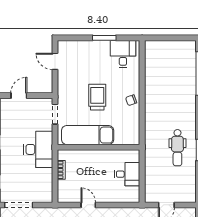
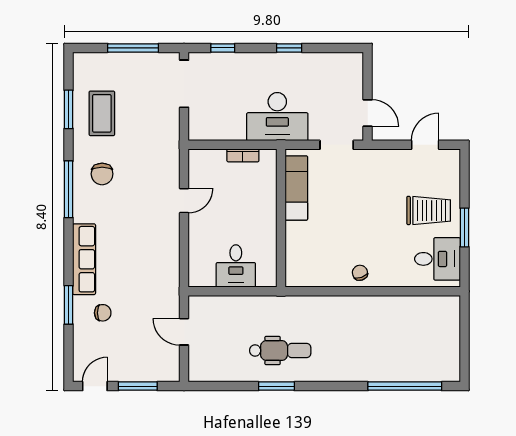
door: (19, 96) -> (368, 113), moved
trolley: (97, 97) -> (429, 210), moved
exam couch: (88, 135) -> (296, 188), width x0.73, depth x0.69
dental chair: (177, 148) -> (280, 351), turned 180

